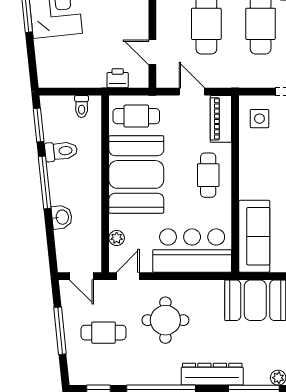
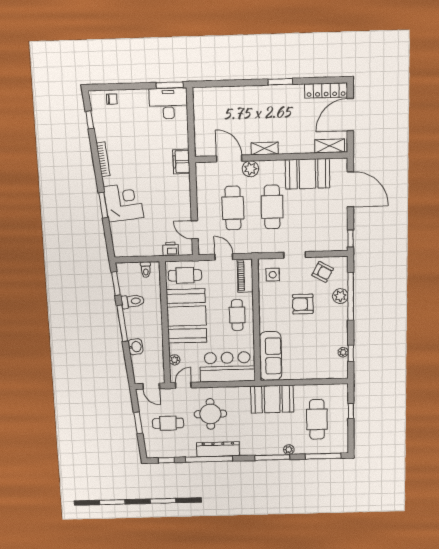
window: (60, 331) -> (138, 423), width x0.69
dresser: (212, 374) -> (218, 449), moved

